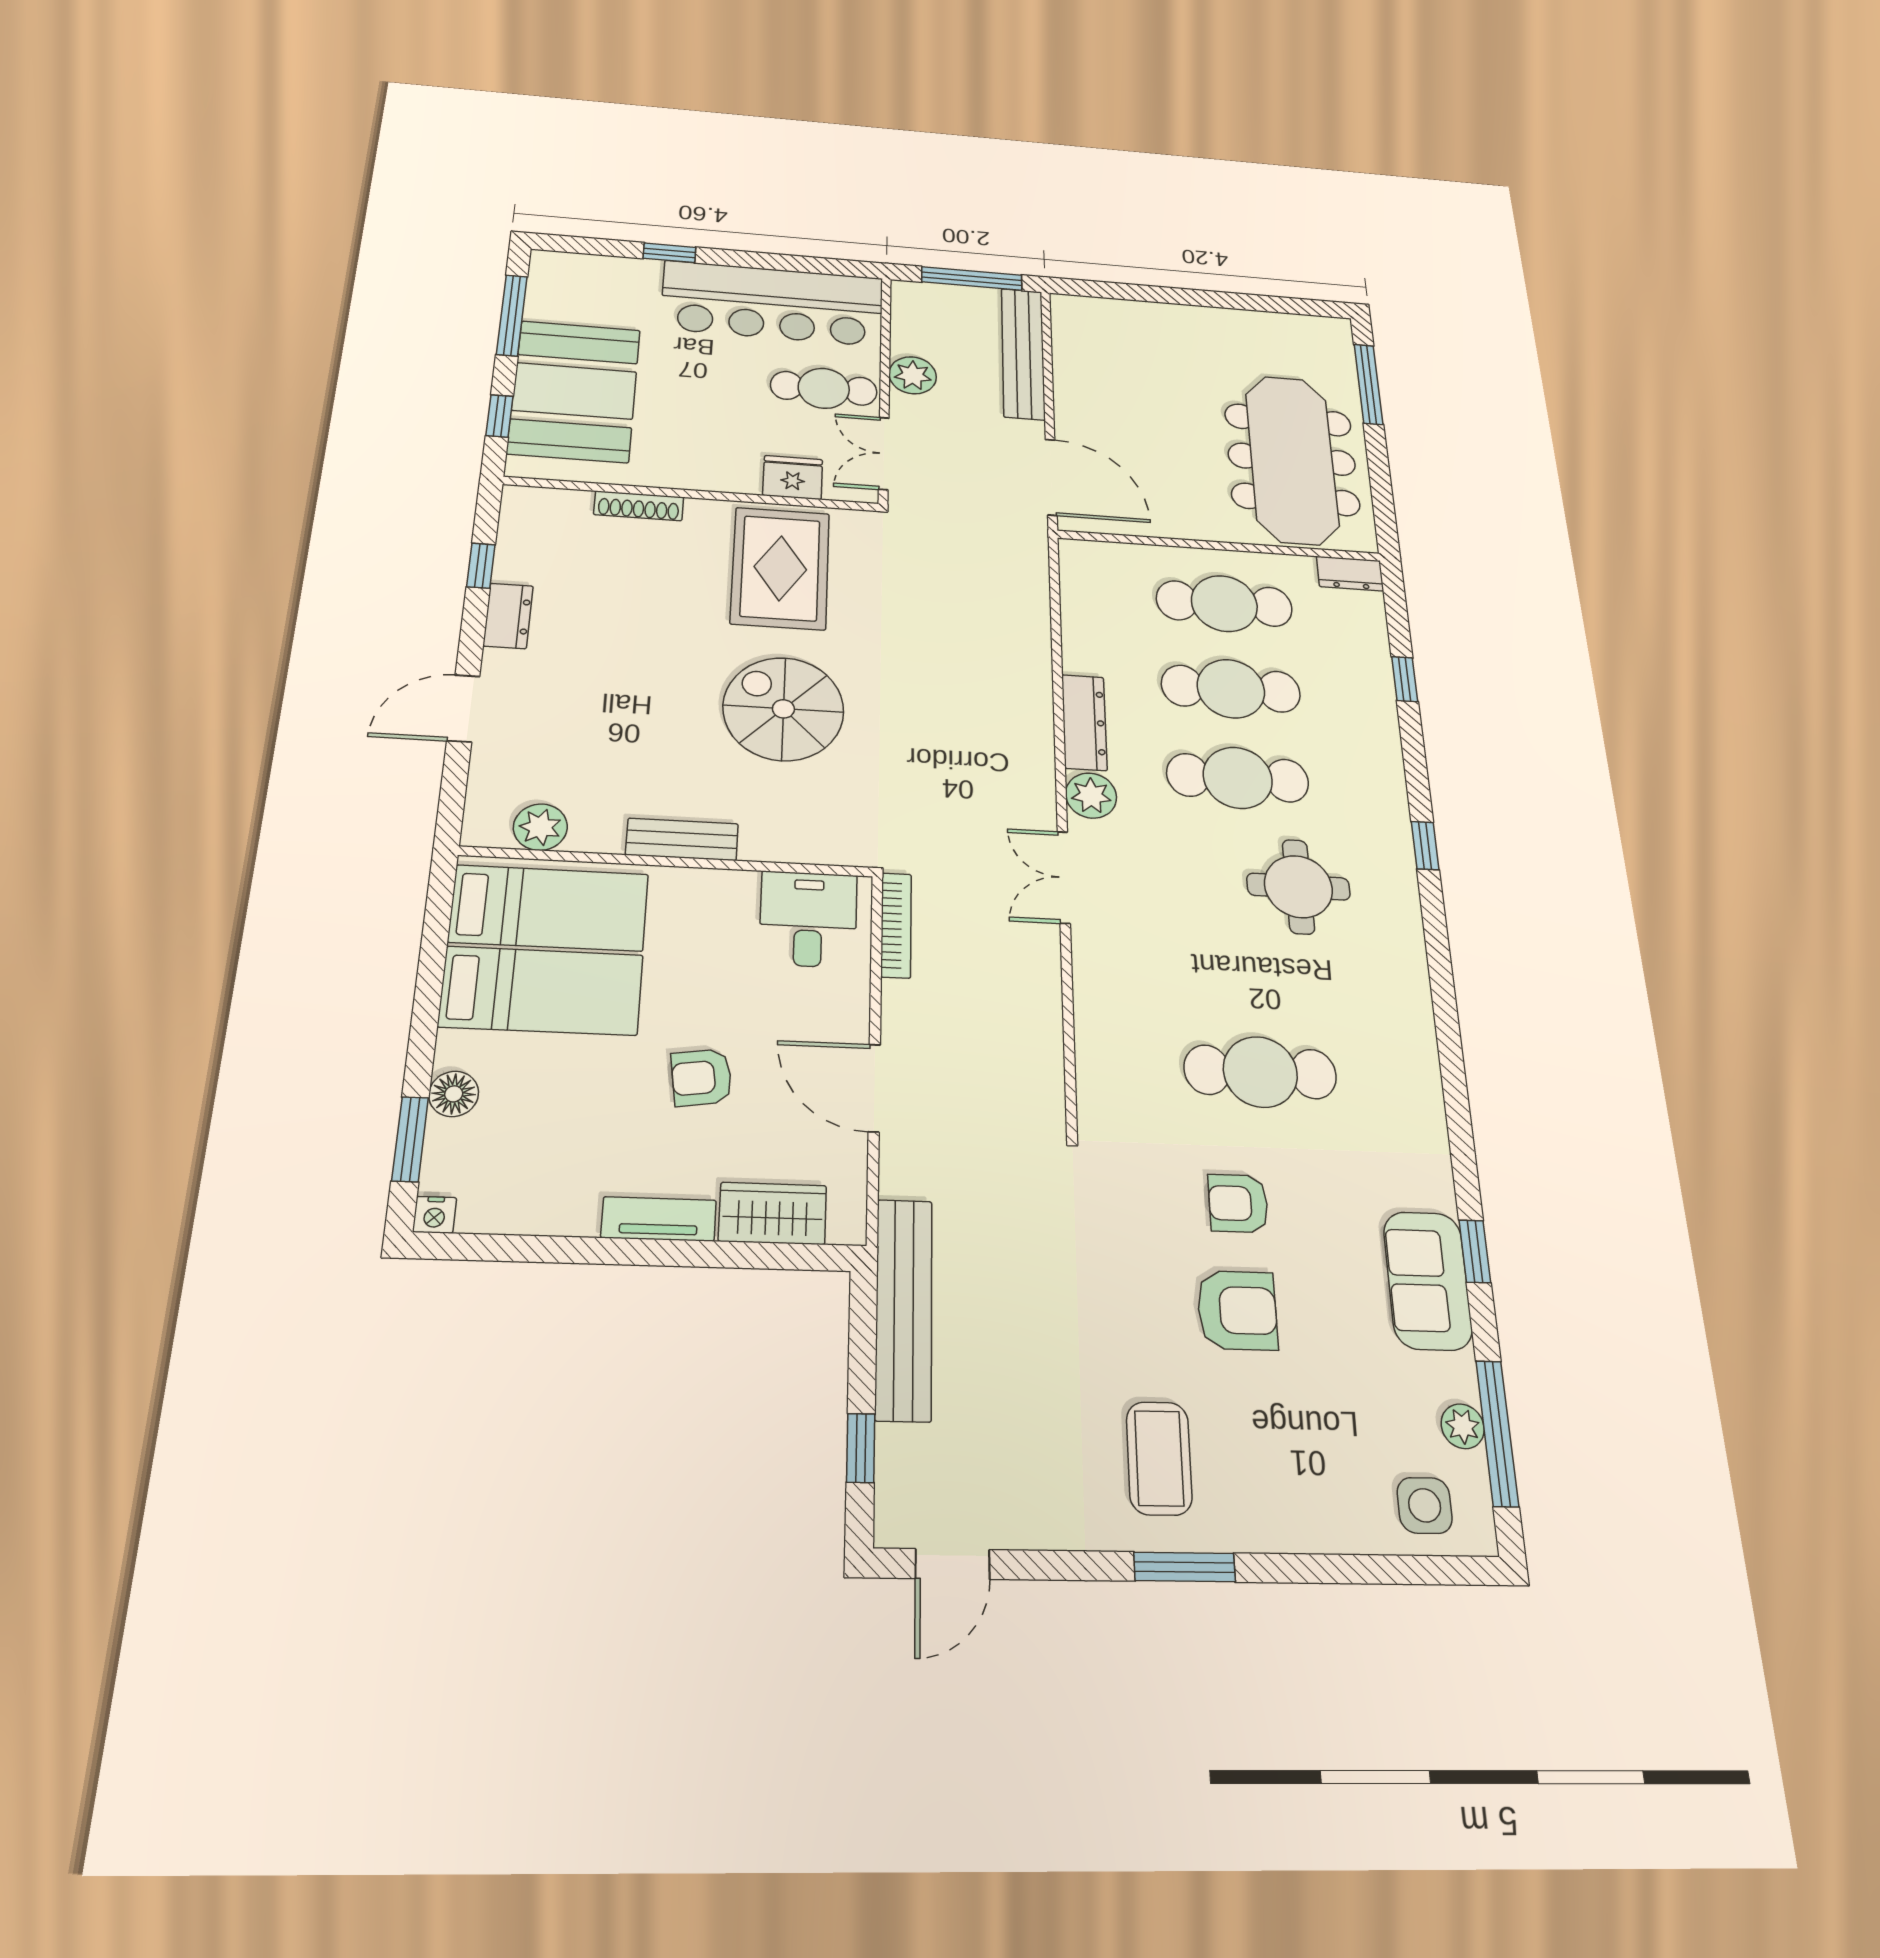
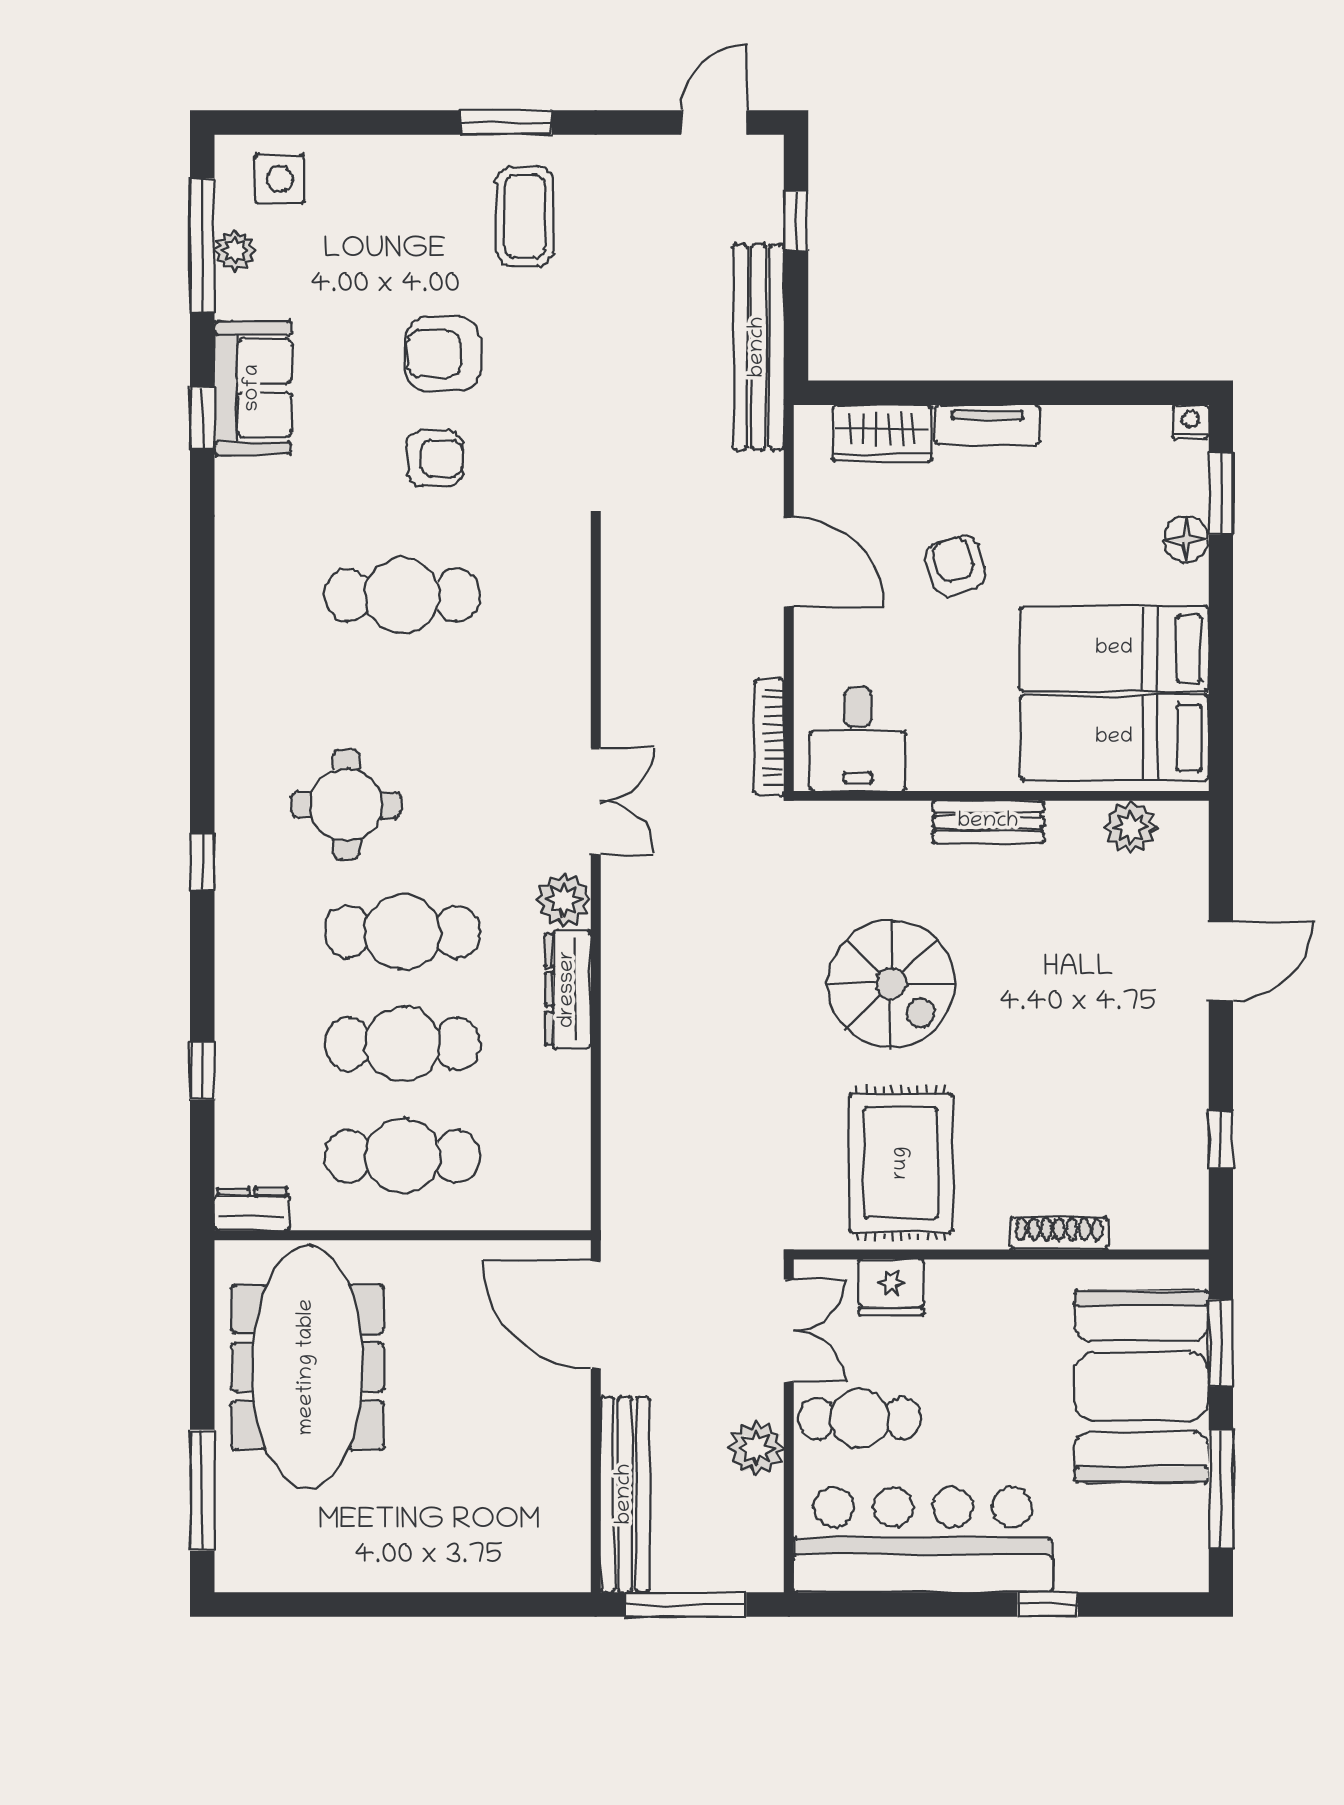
window: (499, 416) -> (1221, 1343), width x1.50
dresser: (508, 616) -> (1186, 1078), removed
armchair: (702, 1077) -> (955, 566), turned -99

